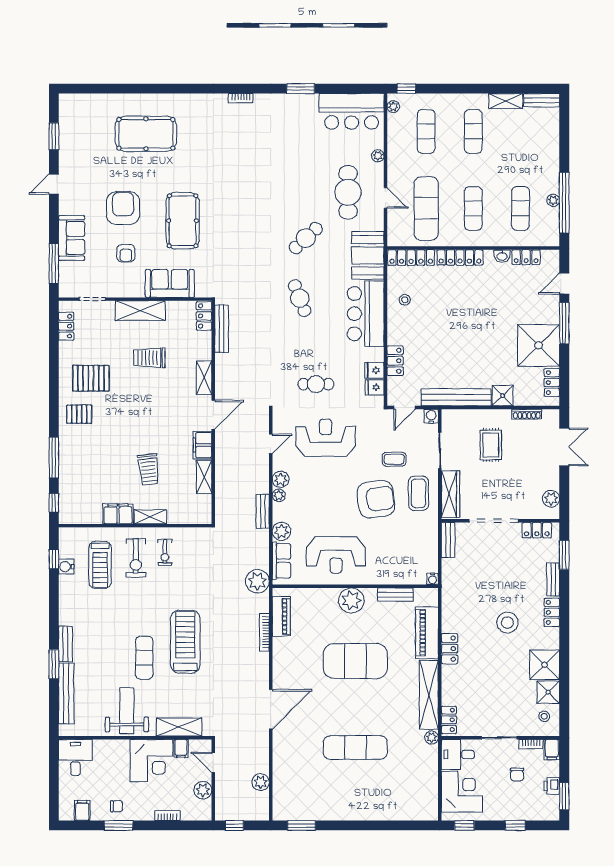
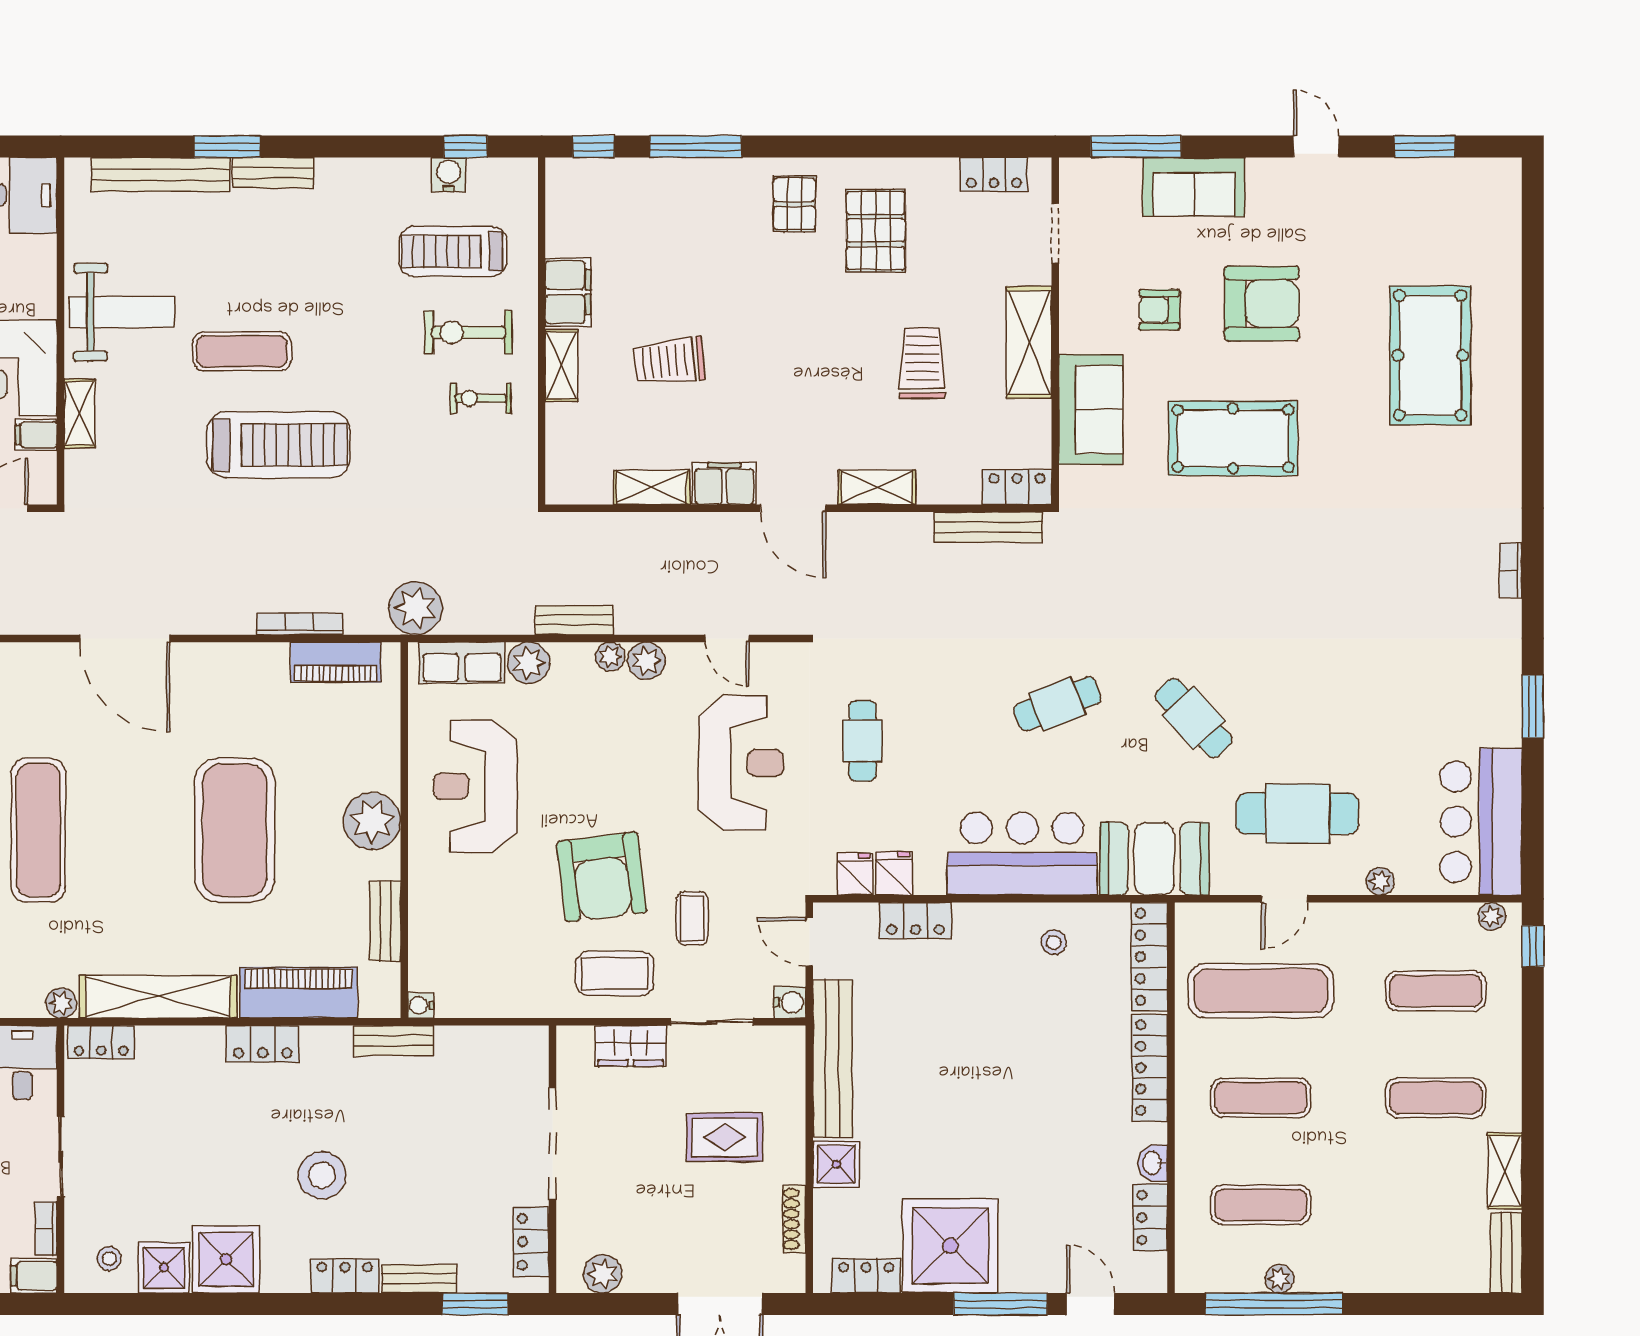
wardrobe: (450, 494) -> (631, 1046), width x0.67
bench: (448, 540) -> (393, 1041), moved
shelving: (179, 727) -> (80, 413), width x0.67, depth x0.75

